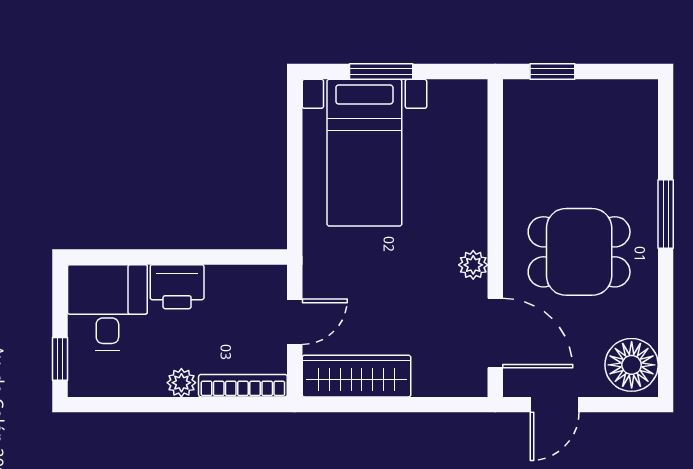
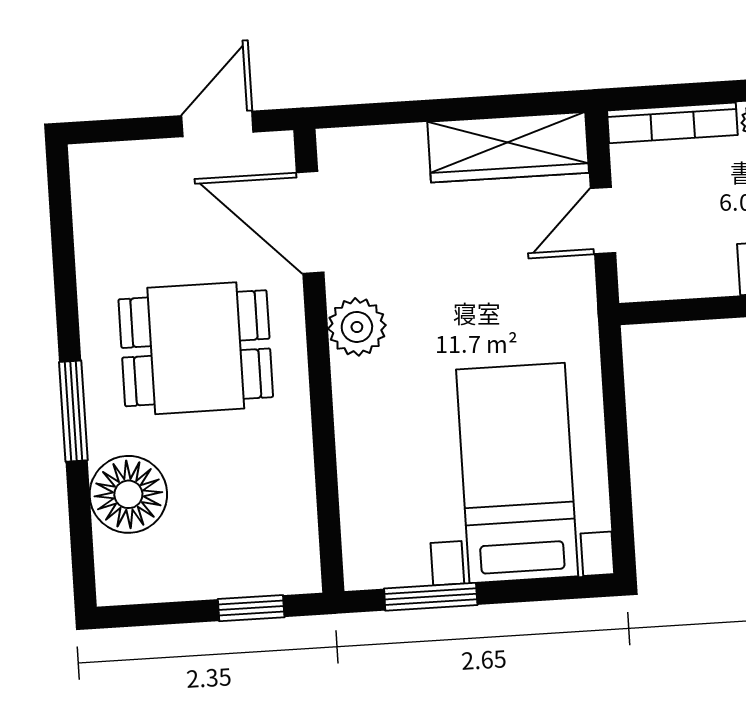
window: (381, 71) -> (431, 597), moved
plant: (473, 265) -> (357, 327), width x1.38, depth x1.38
floor lamp: (632, 365) -> (128, 494), moved

